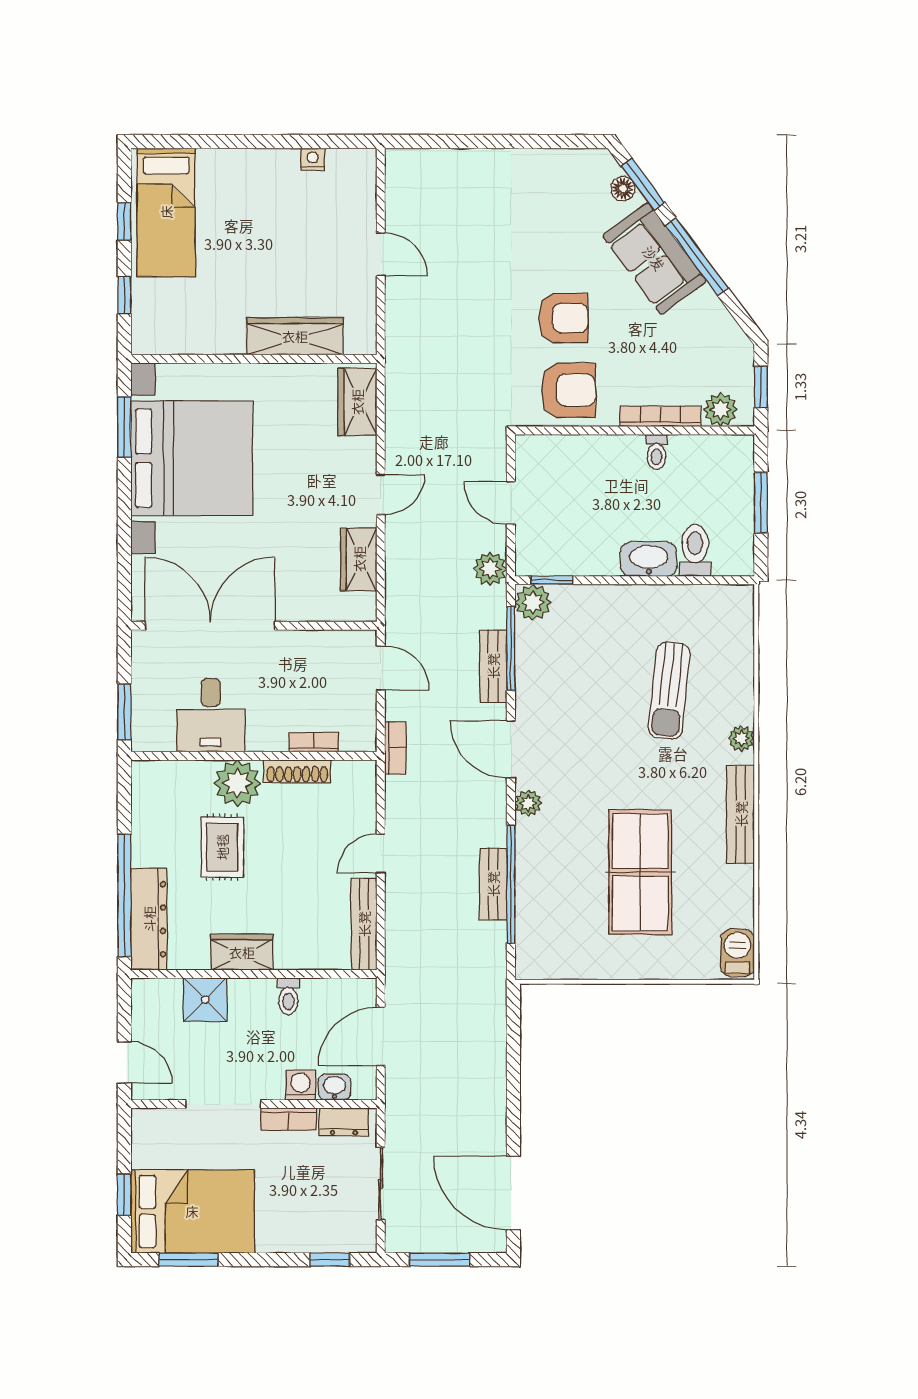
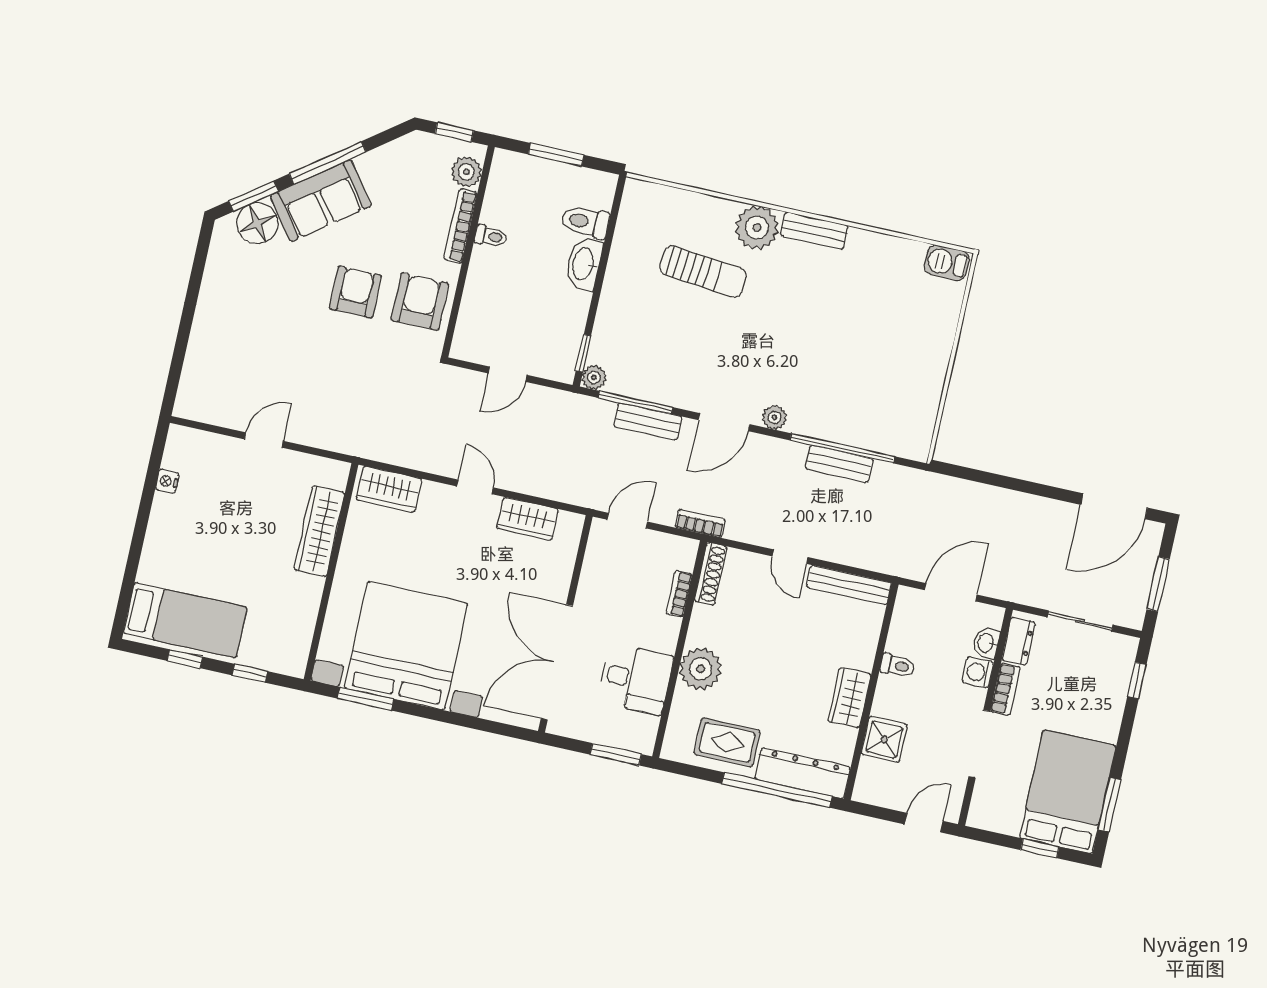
floor lamp: (623, 189) -> (257, 223), width x1.89, depth x1.89
plant: (490, 569) -> (561, 405), removed
plant: (533, 602) -> (594, 377), width x0.73, depth x0.73
plant: (741, 738) -> (757, 228), width x1.88, depth x1.88
shoe rack: (297, 771) -> (711, 574), moved
bench: (741, 814) -> (814, 231), width x0.73
rug: (222, 847) -> (727, 742), moved
table tennis table: (640, 872) -> (857, 332), removed
door: (381, 1036) -> (951, 592), swing flipped

